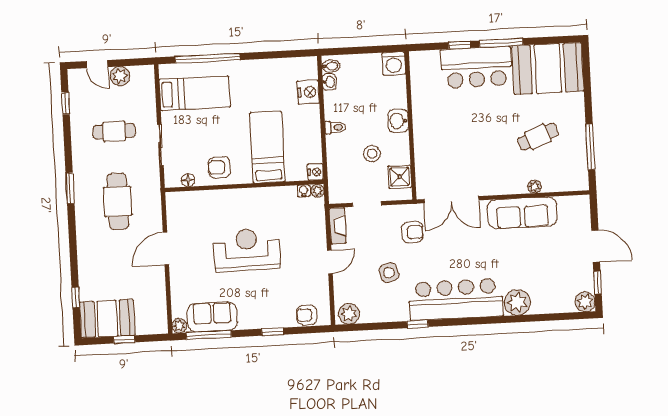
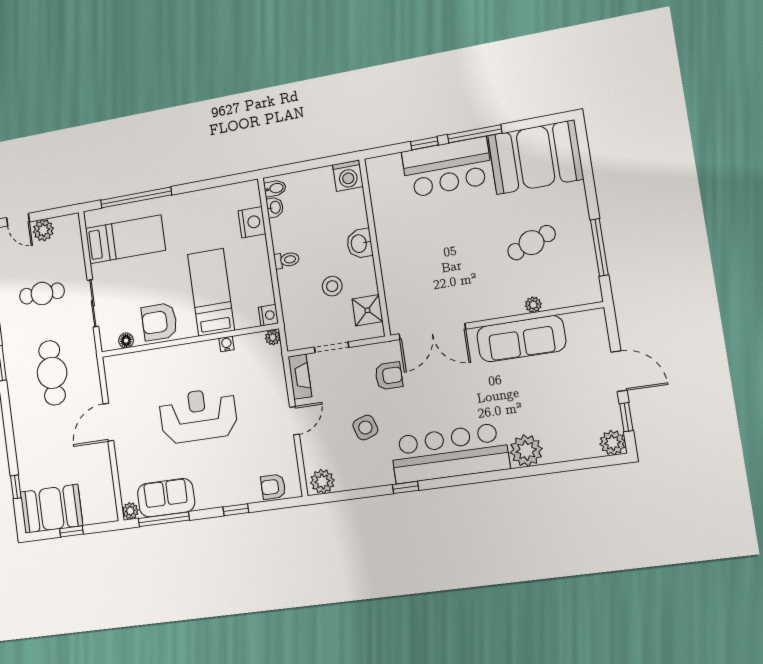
armchair: (219, 167) -> (159, 322), width x1.38, depth x1.38
water cooler: (304, 191) -> (227, 344), moved

